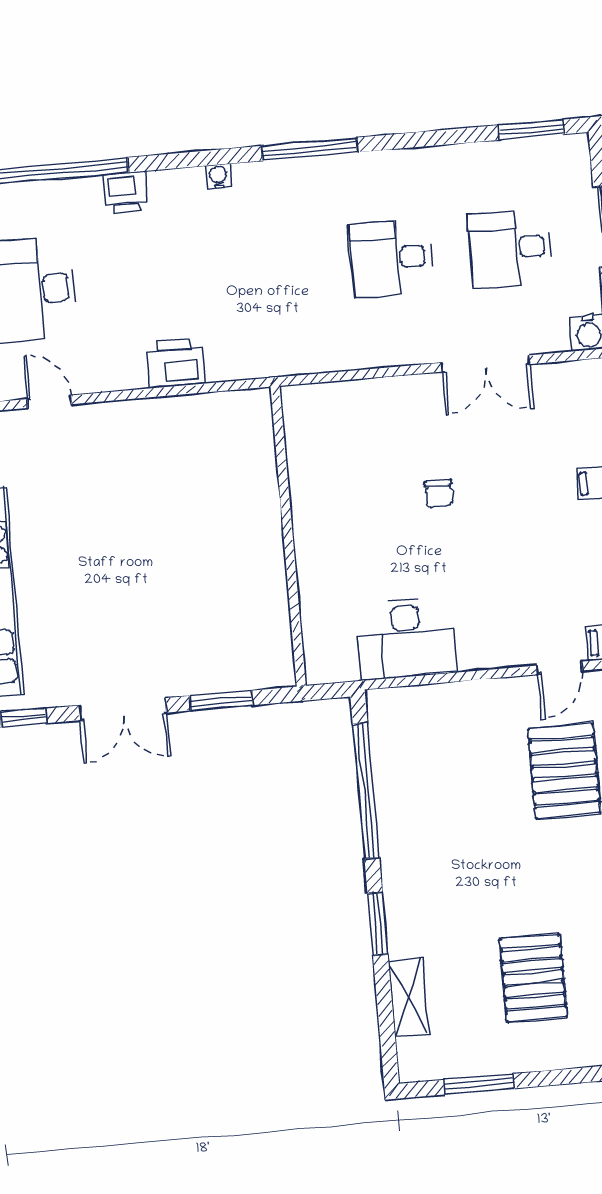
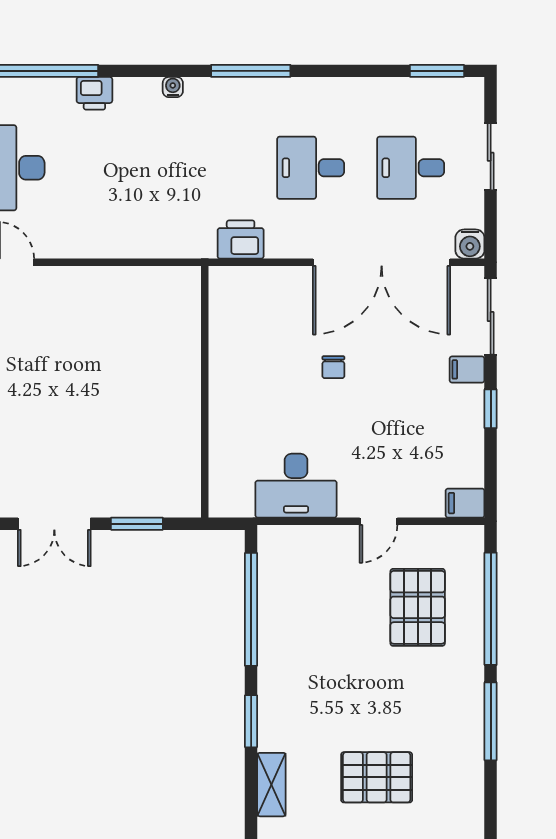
printer: (176, 363) -> (241, 240), moved
double door: (485, 363) -> (382, 262), width x1.87
door: (559, 668) -> (379, 521), moved
pallet: (533, 978) -> (377, 777), turned 90

